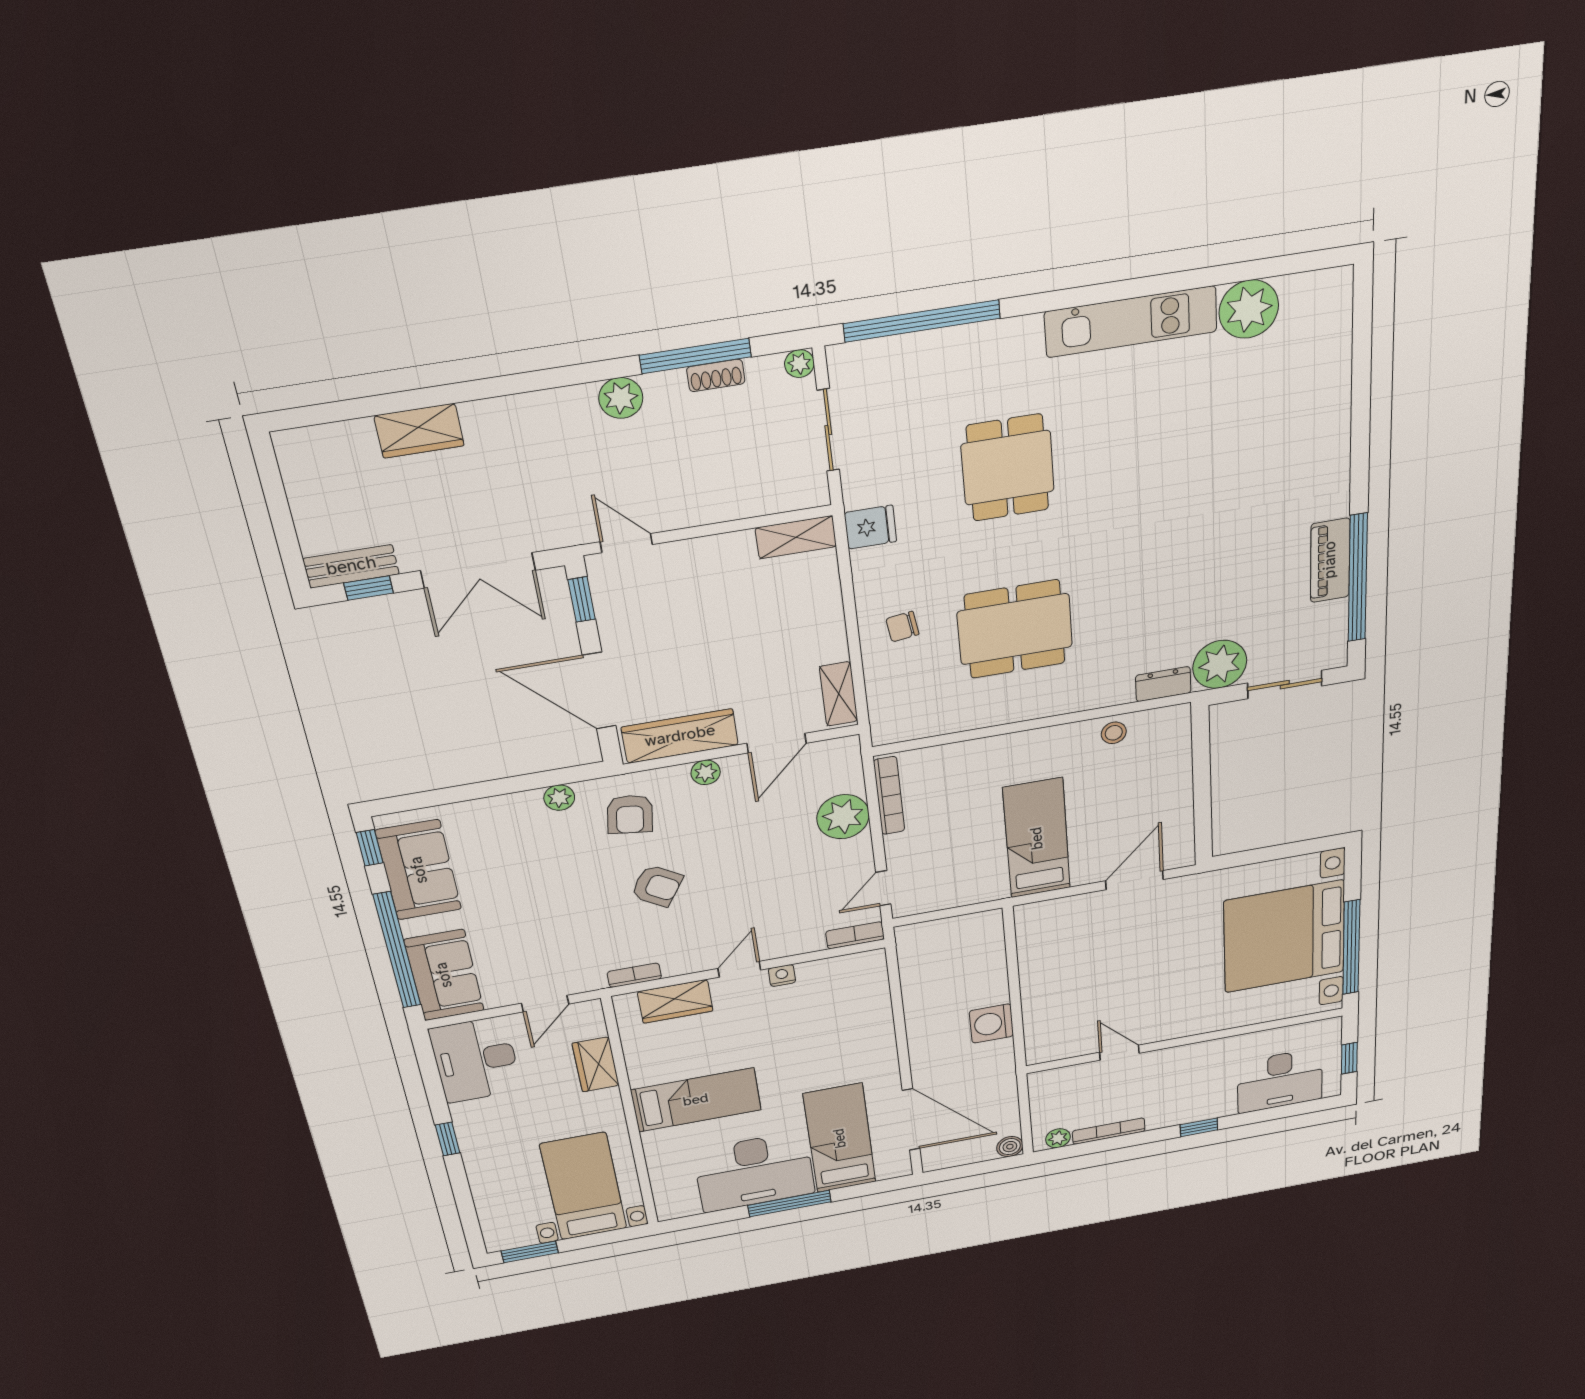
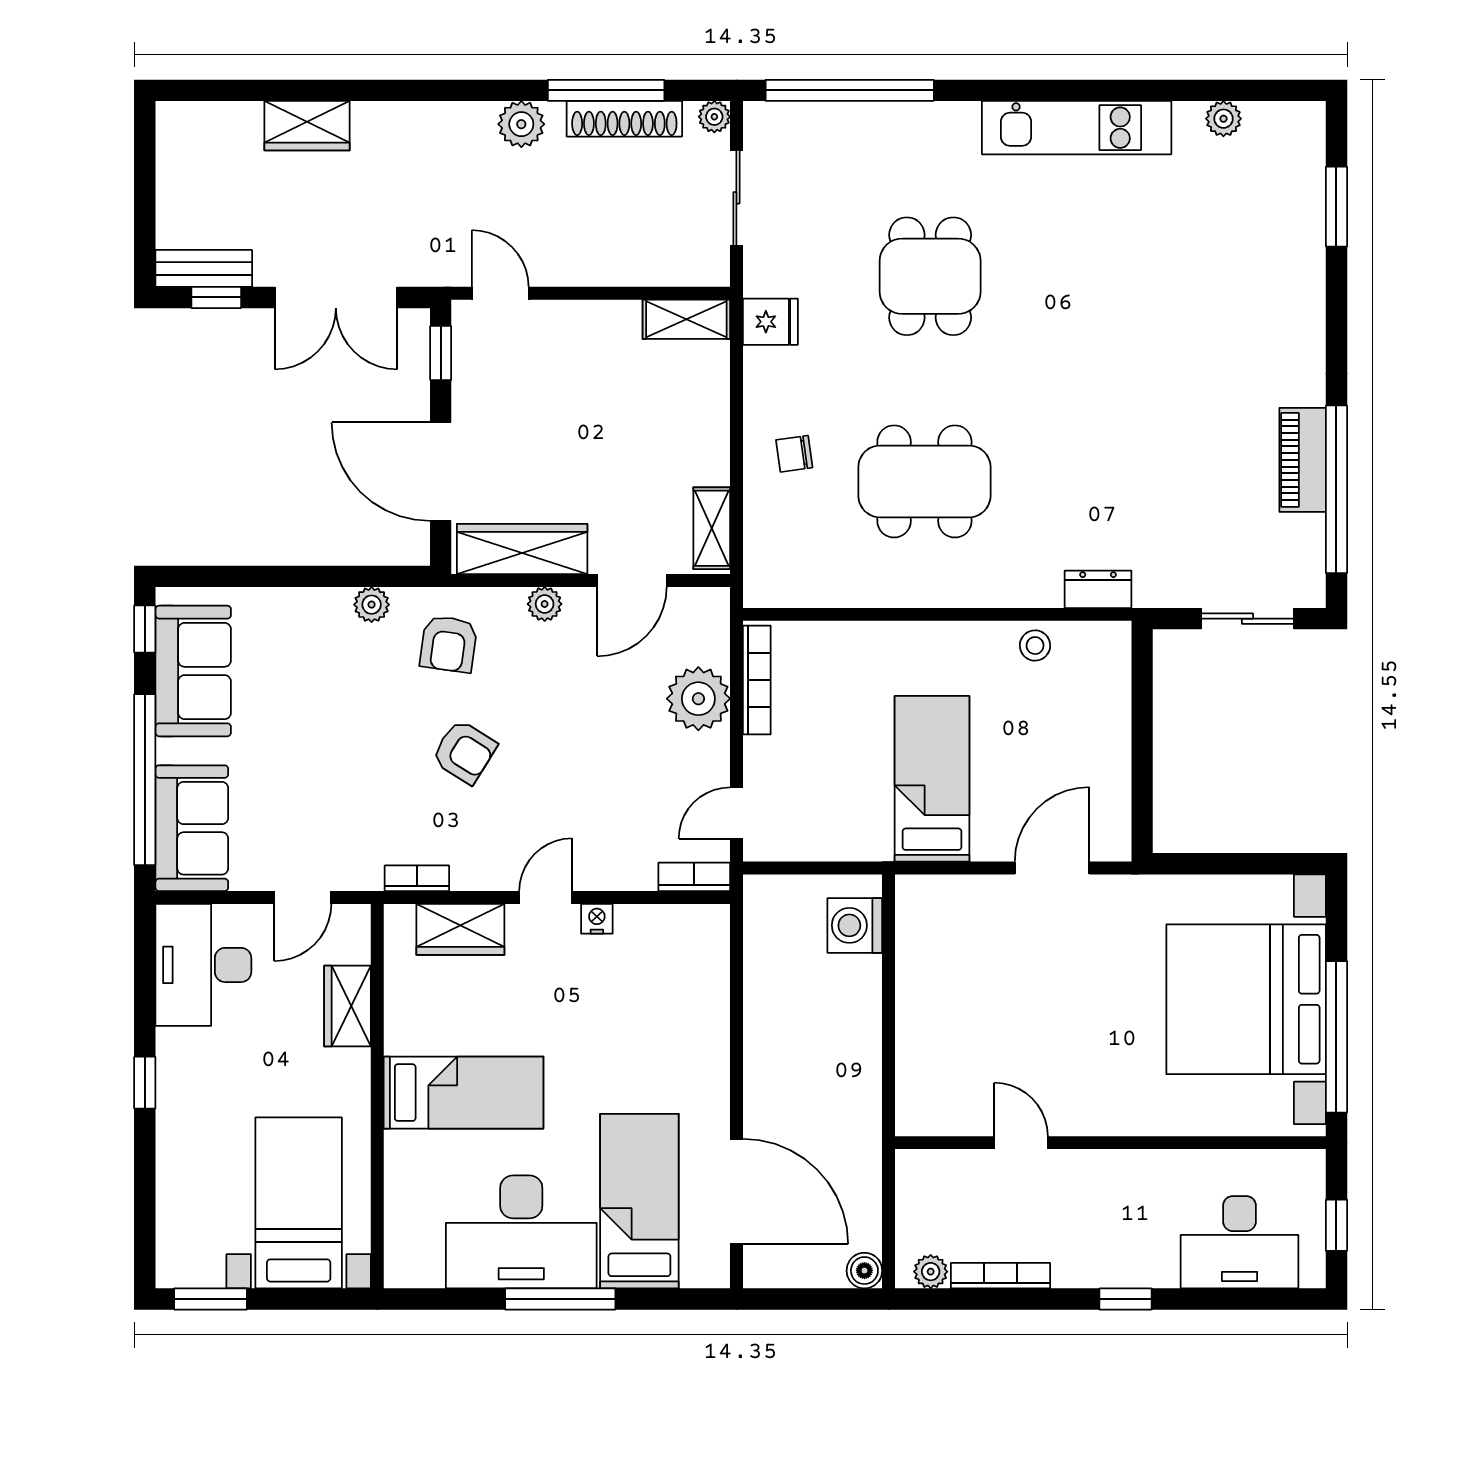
plant: (1249, 309) -> (1223, 119), width x0.53, depth x0.53
window: (1362, 353) -> (1336, 207), added
shoe rack: (716, 375) -> (624, 119), width x1.94, depth x1.24
plant: (1220, 664) -> (1168, 575), removed
washing machine: (991, 1023) -> (855, 925), moved

